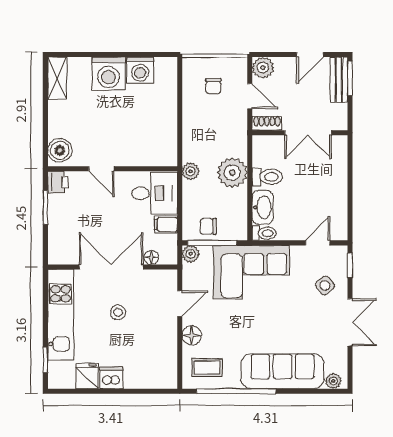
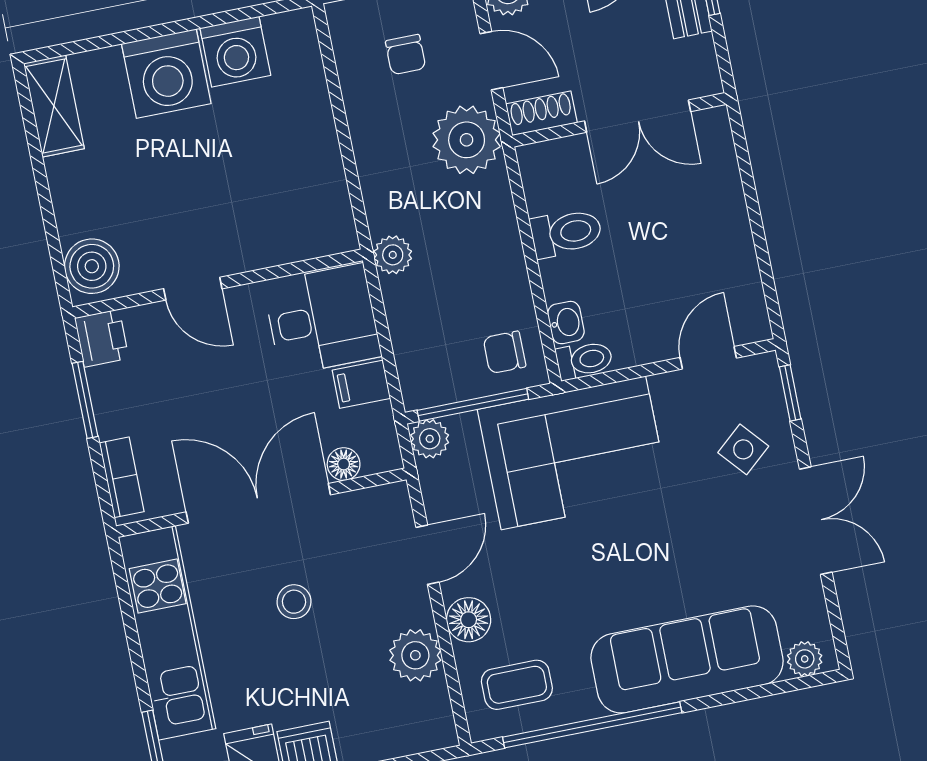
plant: (232, 173) -> (467, 140), moved
washbasin: (263, 207) -> (566, 323), width x0.52, depth x0.69
chair: (208, 226) -> (504, 352), moved
bookcase: (55, 244) -> (122, 477), added
plant: (166, 346) -> (415, 655), added

